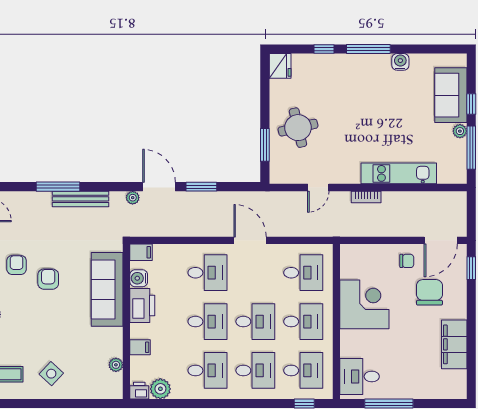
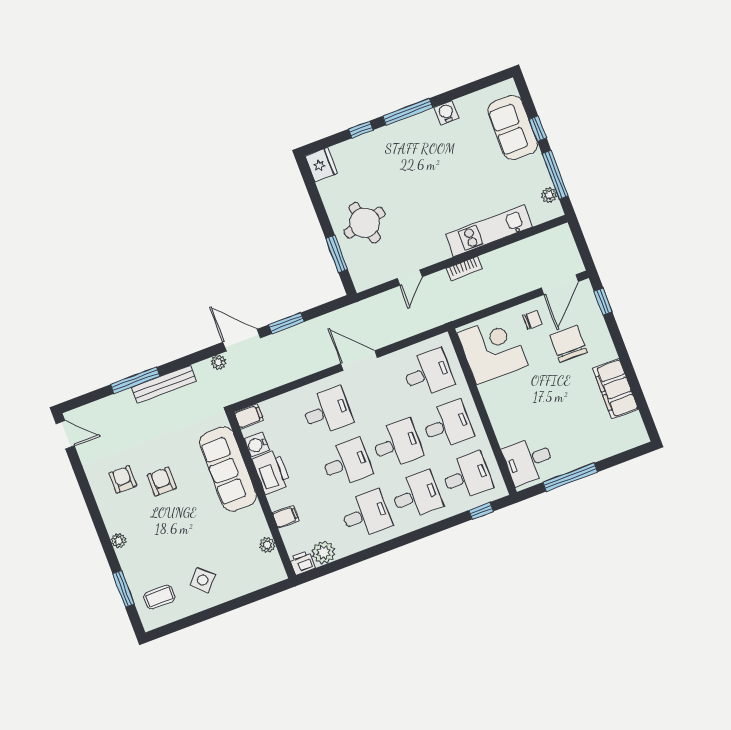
plant: (460, 131) -> (549, 195), moved
corner desk: (364, 304) -> (493, 349), moved

